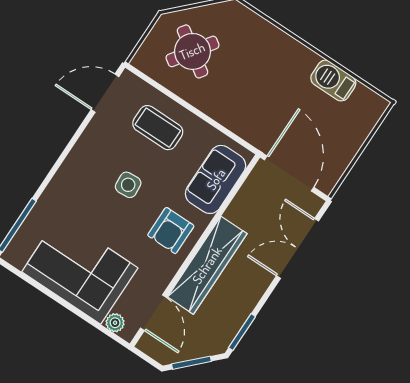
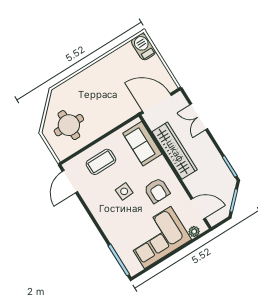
round table: (192, 51) -> (69, 125), turned -34
barbecue: (333, 81) -> (143, 47), moved, turned 90
armchair: (171, 231) -> (157, 190), moved
double door: (298, 248) -> (199, 117), width x0.73
wardrobe: (207, 265) -> (175, 151), moved

